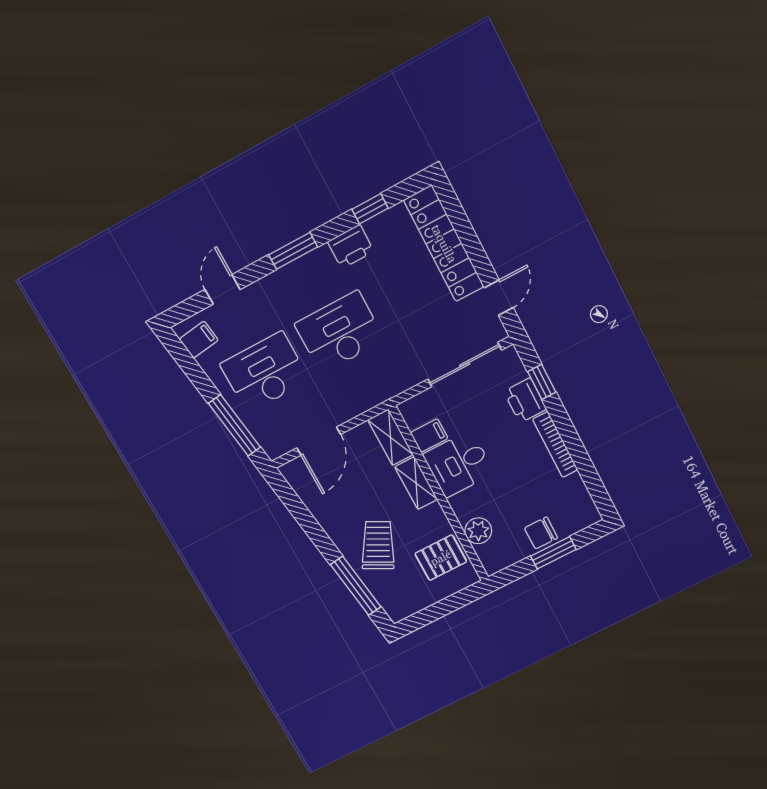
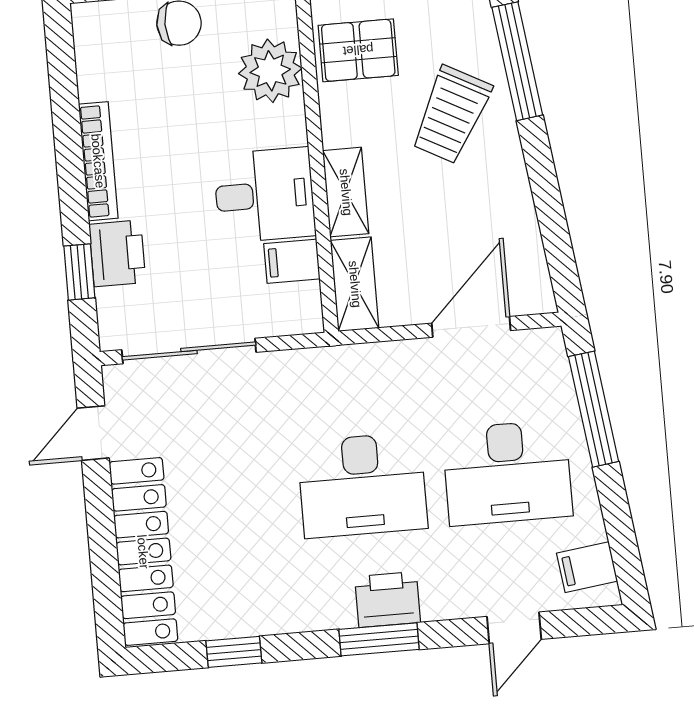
printer: (351, 247) -> (388, 600), moved
plant: (478, 531) -> (270, 71), width x1.36, depth x1.36

